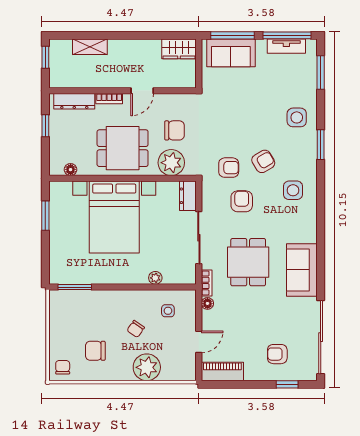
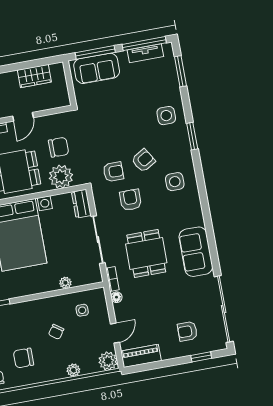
wardrobe: (179, 49) -> (34, 76), moved
plant: (147, 367) -> (73, 370), width x0.53, depth x0.53
plant: (186, 371) -> (108, 361), added

